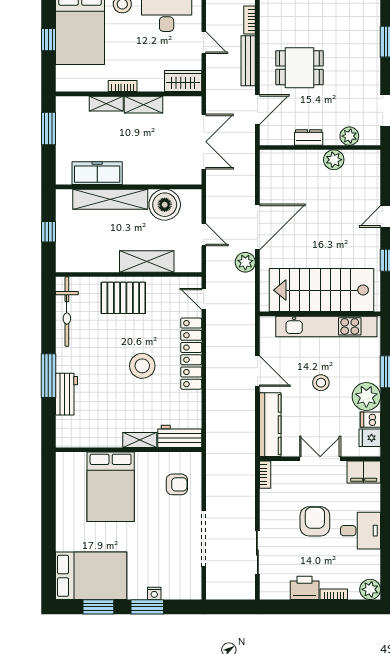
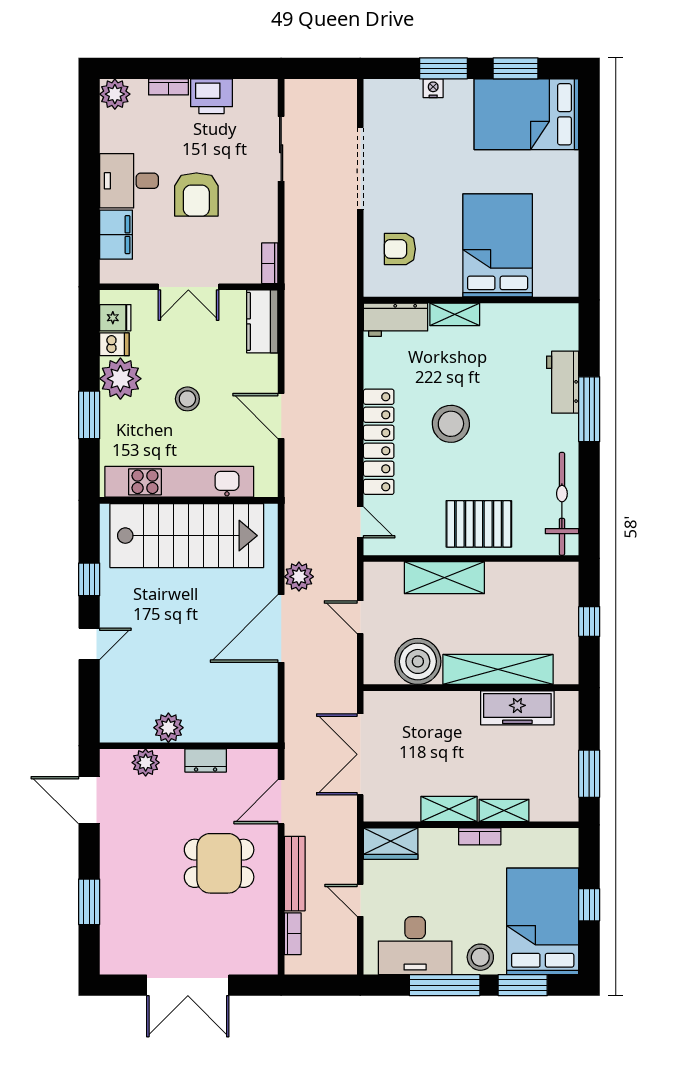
kitchen counter: (270, 425) -> (262, 321), width x0.67
filing cabinet: (364, 472) -> (116, 235), moved, turned 90

